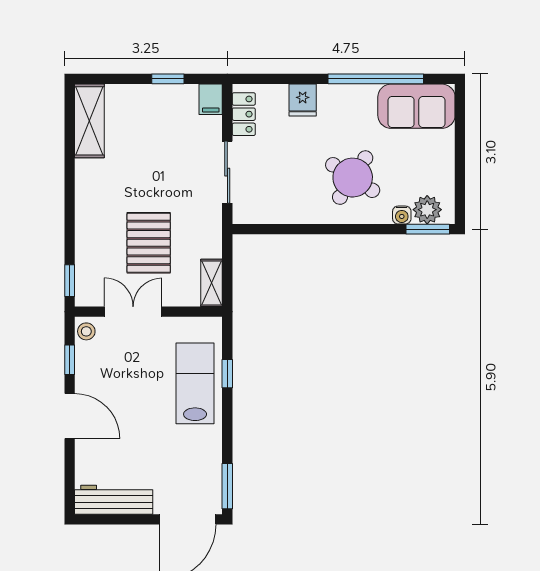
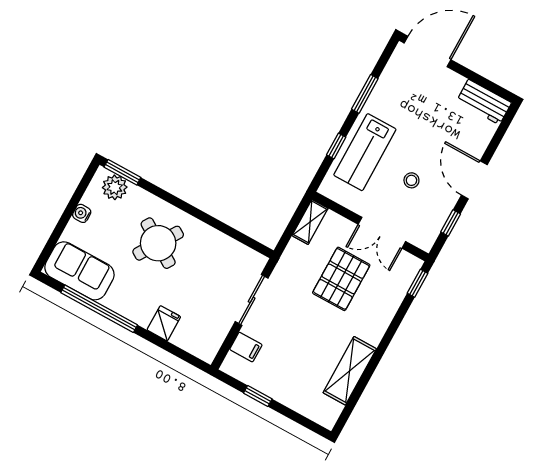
filing cabinet: (211, 99) -> (246, 347), moved, turned 90
locker: (244, 114) -> (215, 337), removed
shelving: (89, 121) -> (350, 371), moved
water cooler: (402, 215) -> (82, 213), moved, turned -90
stool: (86, 331) -> (411, 180), moved
window: (227, 486) -> (365, 94), moved
workbench: (114, 500) -> (484, 102), width x0.73

